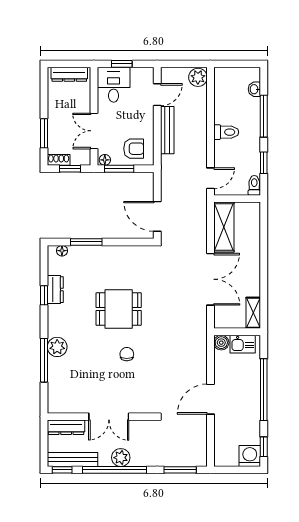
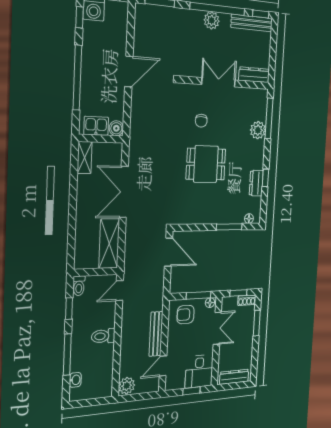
wall: (101, 417) -> (225, 83), moved
double door: (109, 417) -> (218, 82), moved
dresser: (66, 427) -> (254, 75), moved

